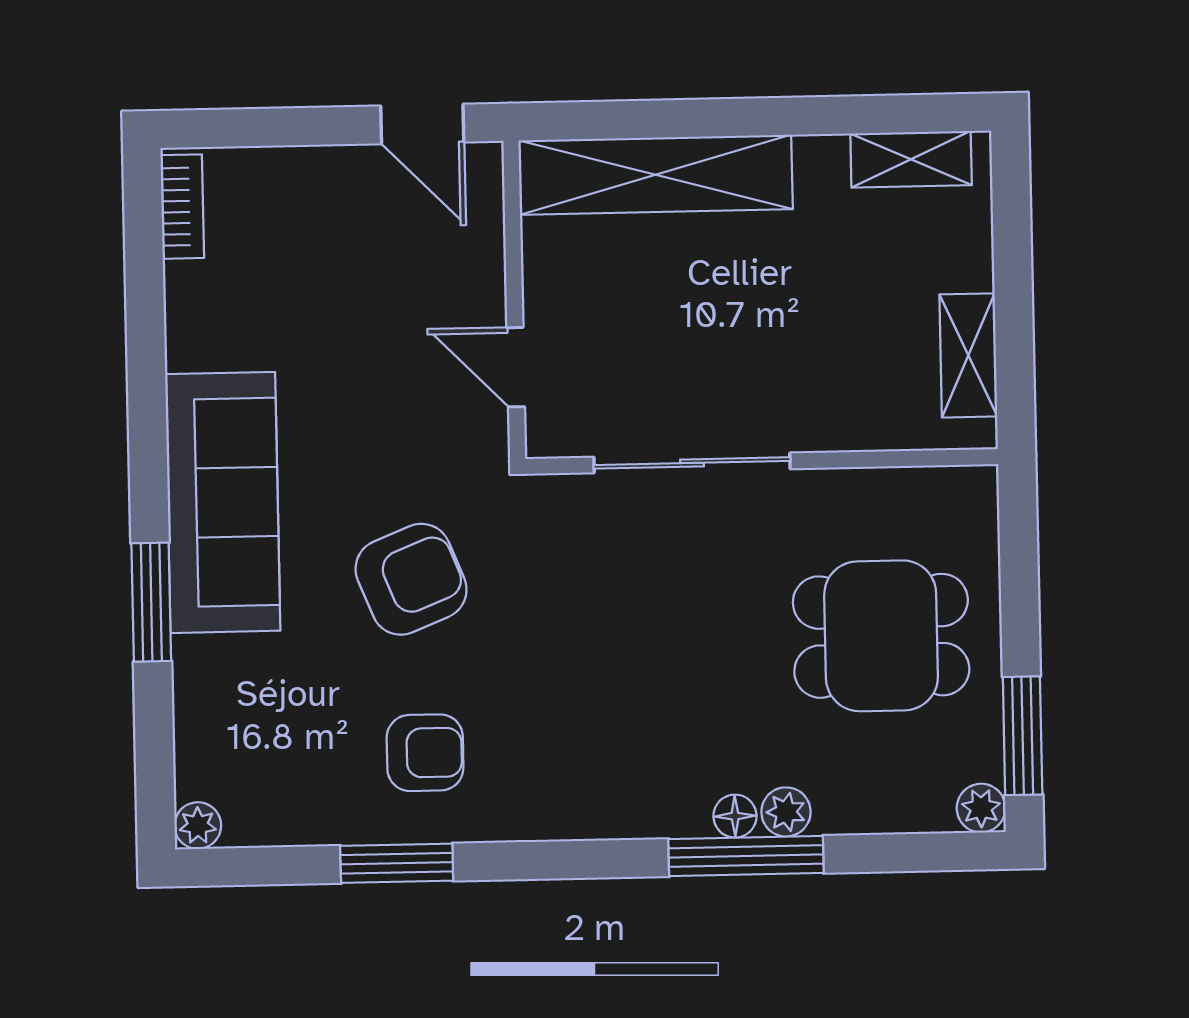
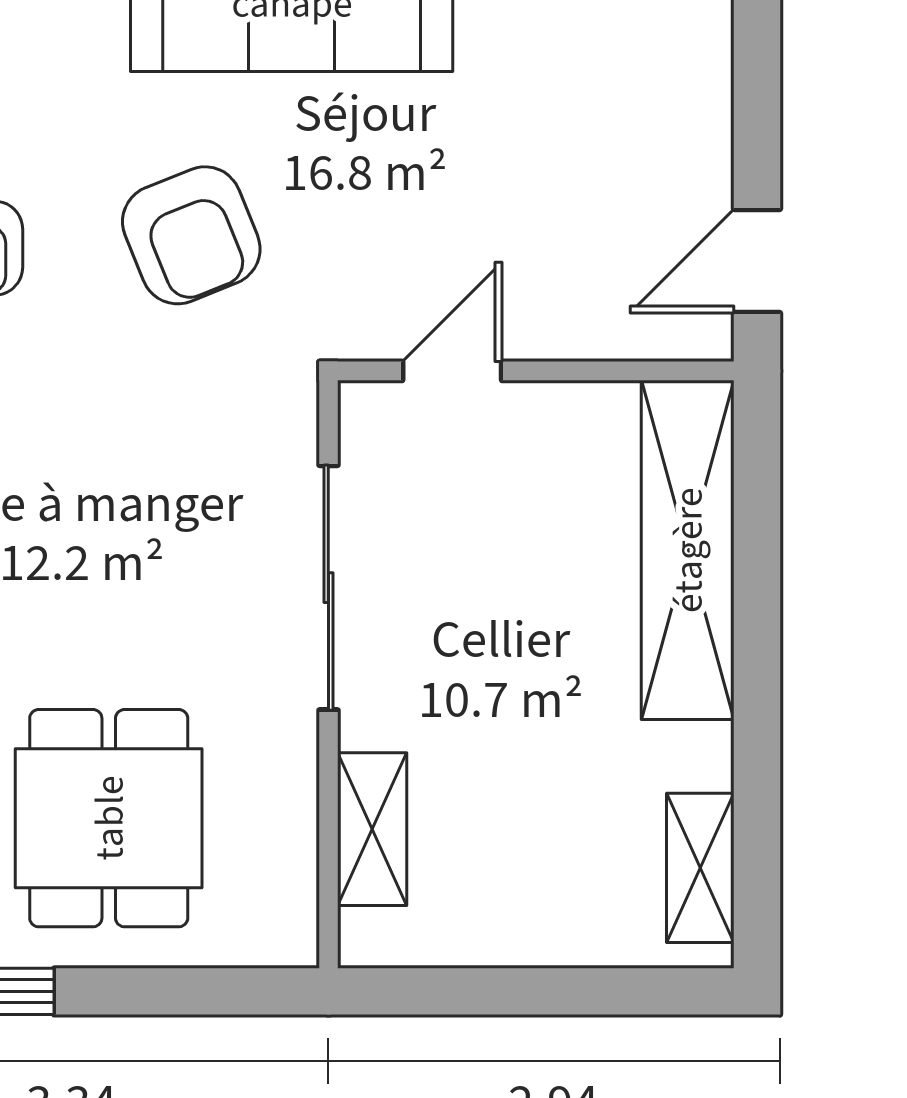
shelving: (968, 355) -> (372, 829), moved, turned 90

